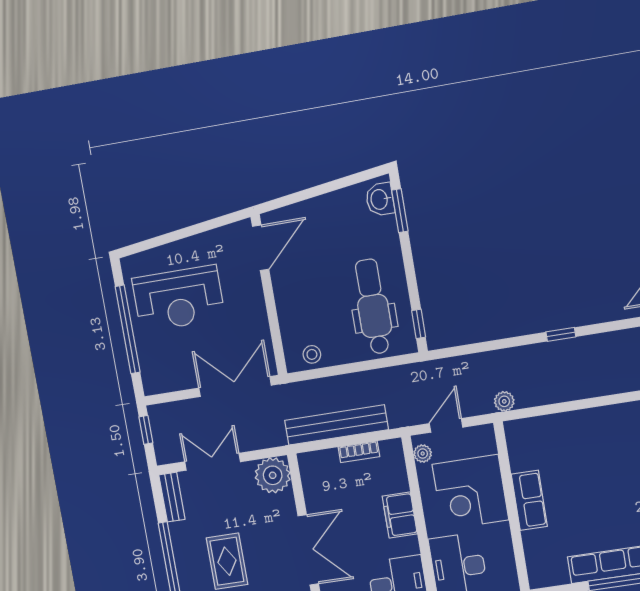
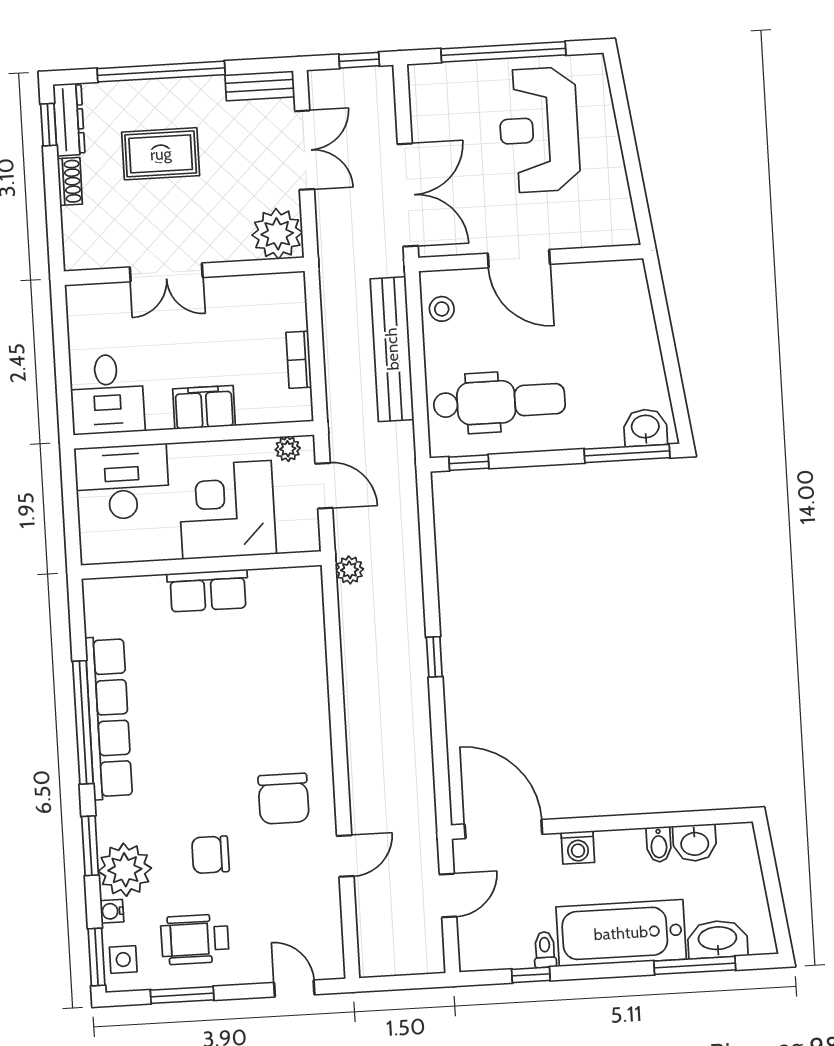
window: (400, 211) -> (627, 453), width x1.44
door: (261, 248) -> (519, 259), moved
bench: (337, 425) -> (392, 349), moved
double door: (308, 550) -> (166, 272), width x0.73

